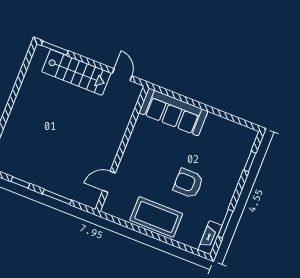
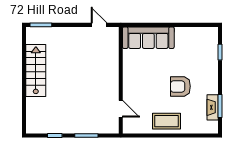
stairs: (76, 72) -> (36, 71), moved, turned -90
door: (109, 182) -> (121, 109), swing flipped
coffee table: (156, 217) -> (166, 121), width x0.73, depth x0.76
fireplace: (210, 238) -> (213, 107), moved

